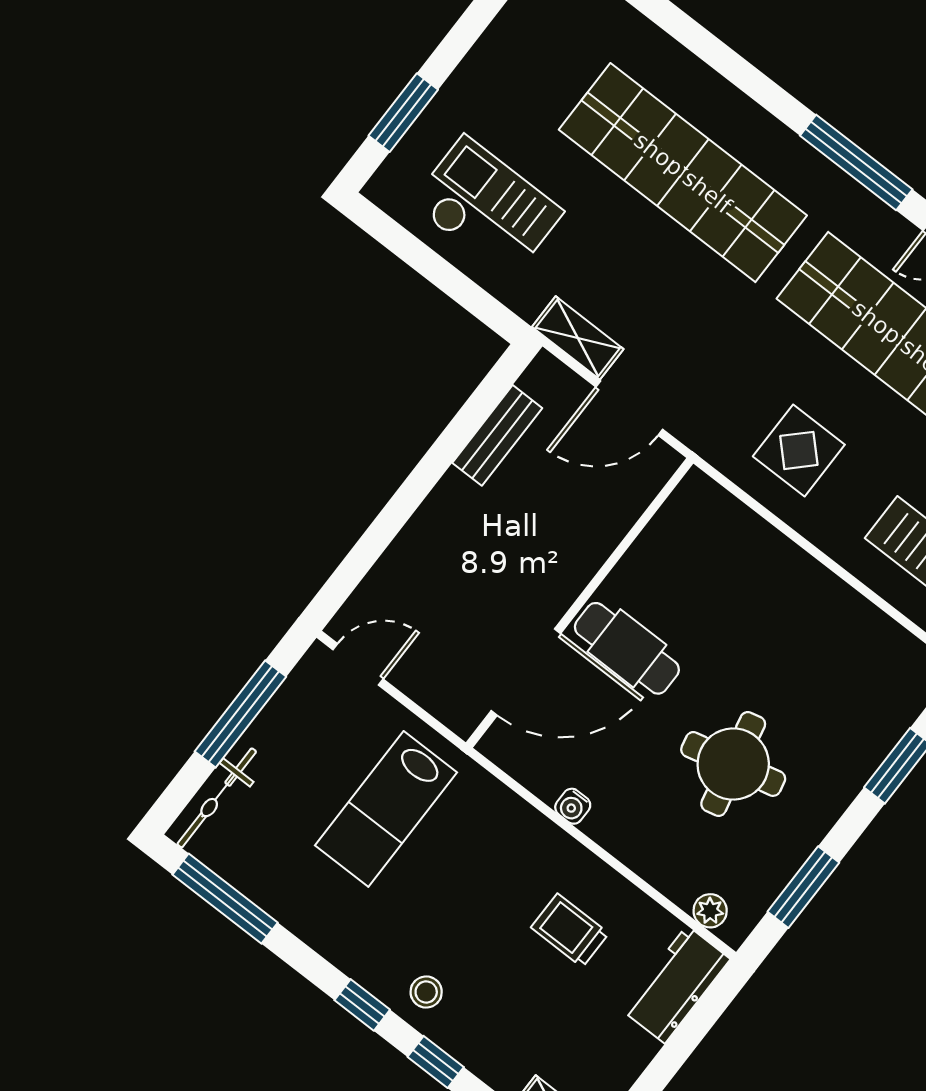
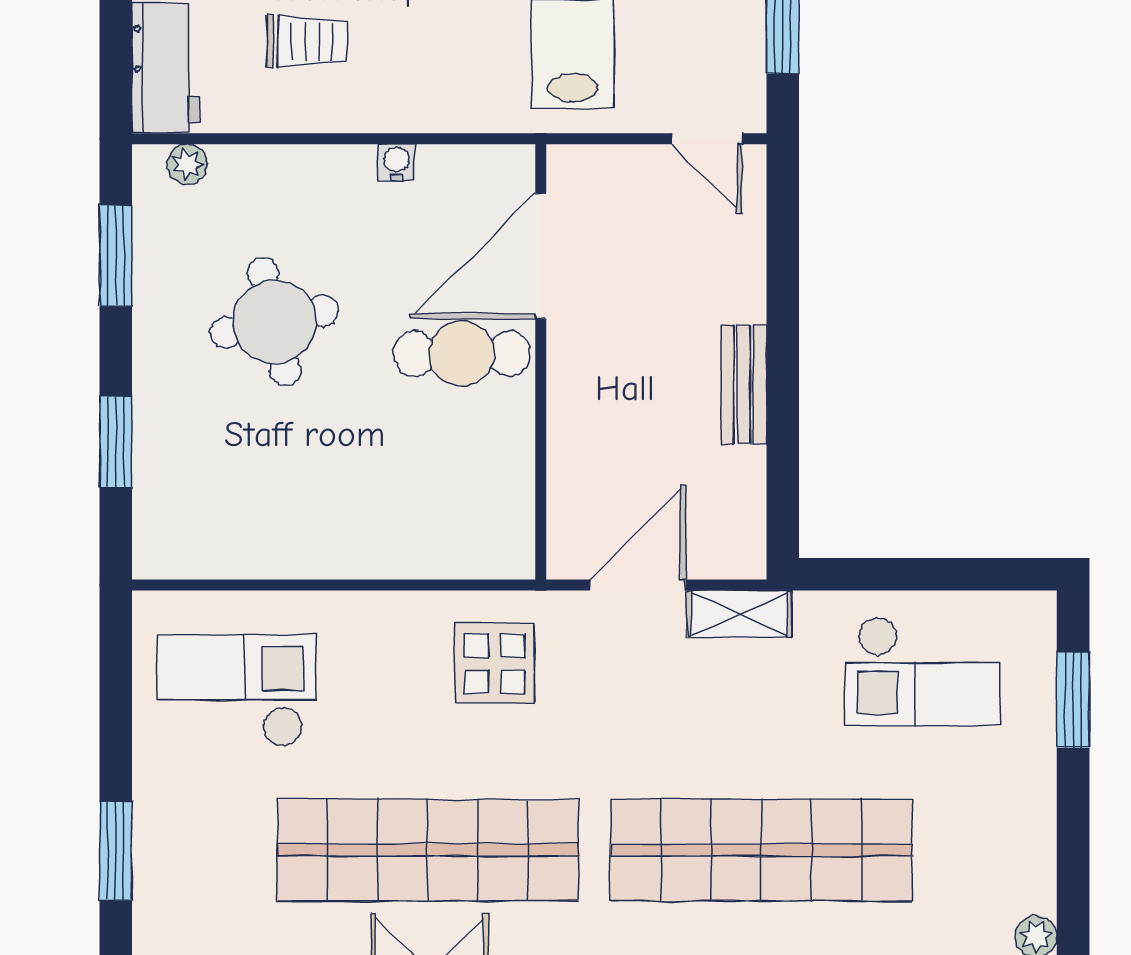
bench: (497, 435) -> (744, 385), moved
display table: (799, 450) -> (494, 663), moved
door: (358, 664) -> (707, 139), hinge flipped

